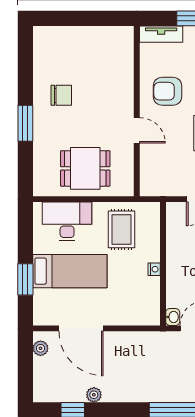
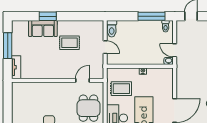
armchair: (167, 91) -> (47, 64), removed
door: (137, 130) -> (82, 80), moved

